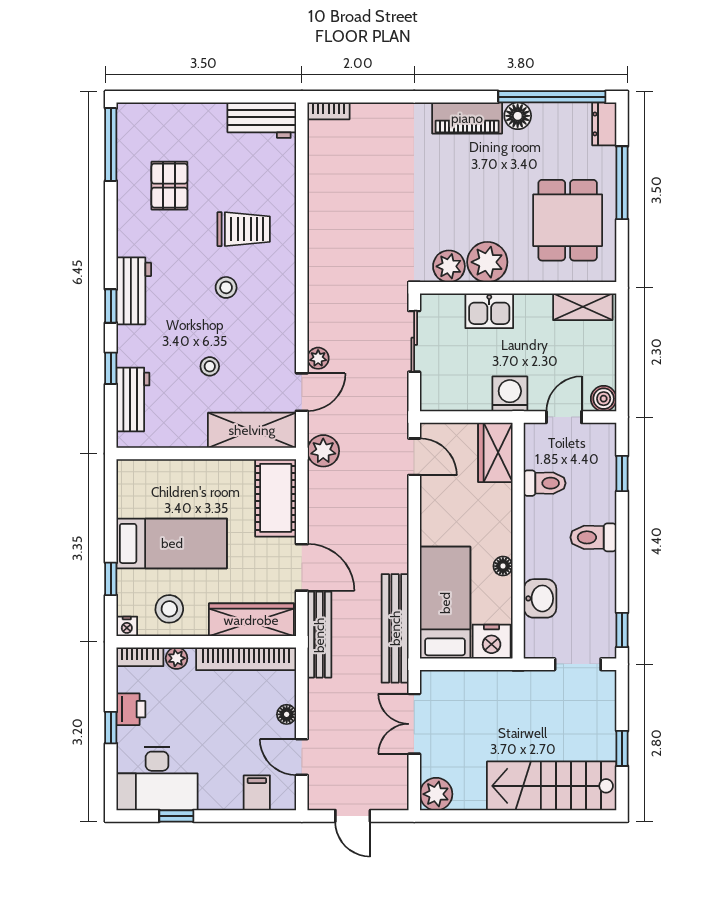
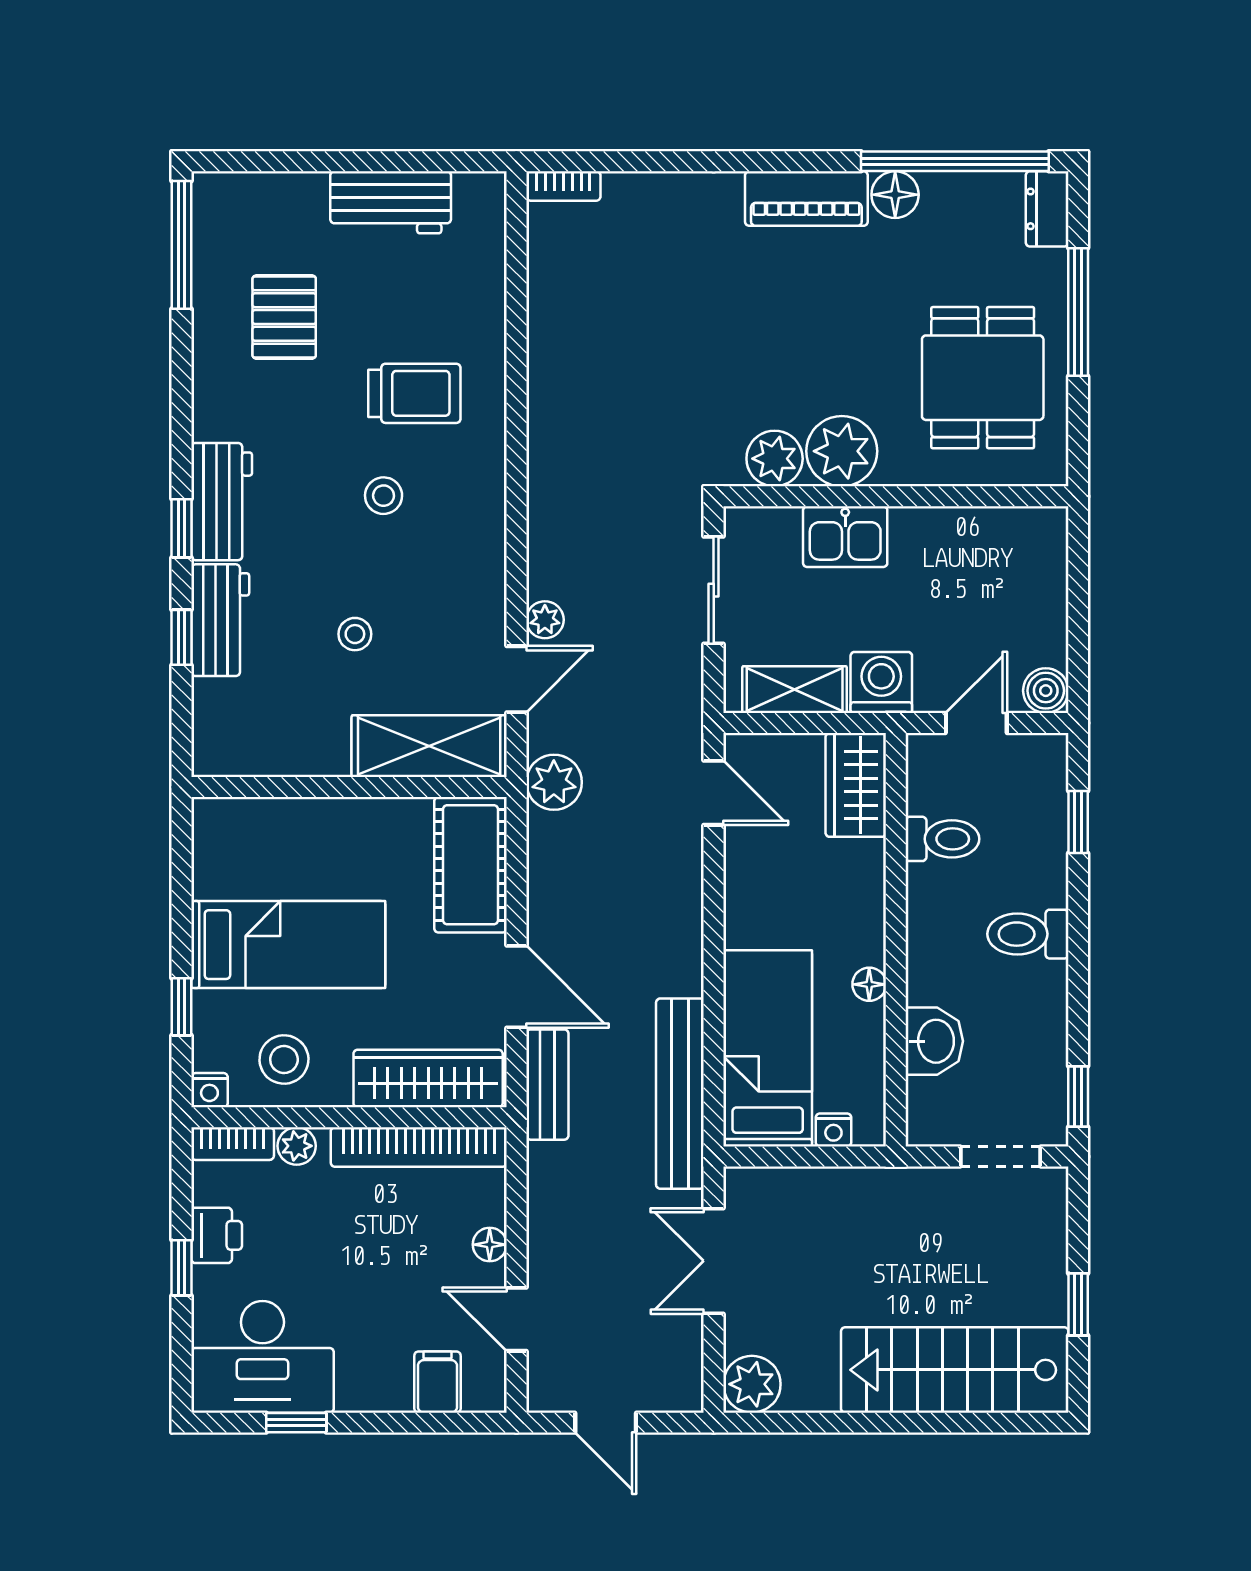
workbench: (262, 120) -> (391, 202), moved
shelving: (583, 307) -> (795, 690), moved
workbench: (133, 399) -> (220, 620), moved
bench: (319, 635) -> (547, 1085), width x0.73
nightstand: (492, 642) -> (833, 1130), width x0.53, depth x0.56

